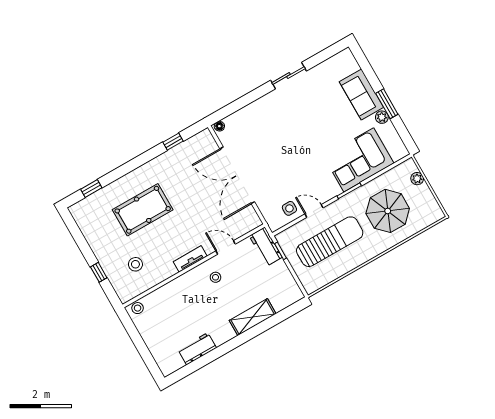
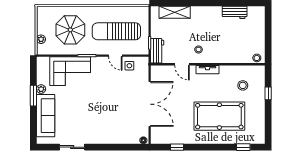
sliding door: (288, 76) -> (72, 147), moved
sofa: (361, 95) -> (46, 116), width x1.36
pool table: (143, 210) -> (219, 116), width x1.36, depth x1.32
shelving: (253, 317) -> (175, 12), moved

